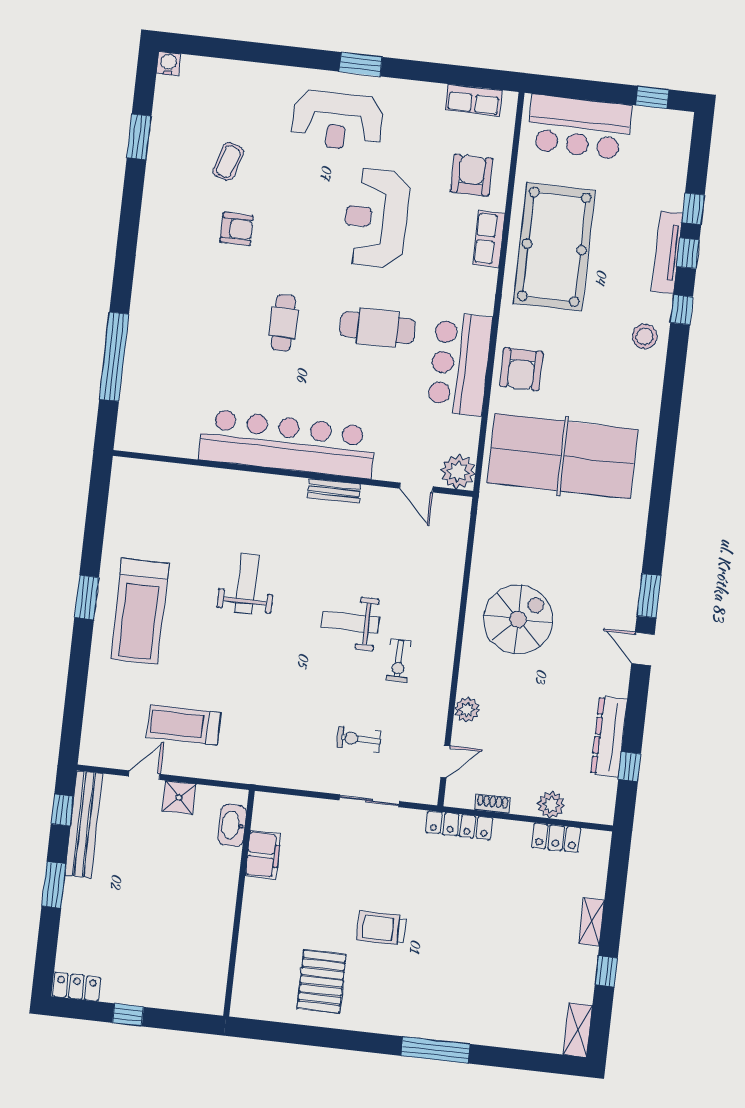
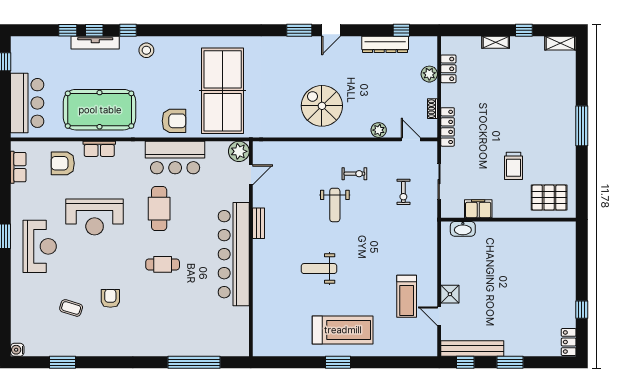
washbasin: (232, 825) -> (463, 229), moved
filing cabinet: (263, 855) -> (478, 209), moved
wall: (239, 903) -> (508, 220), moved

